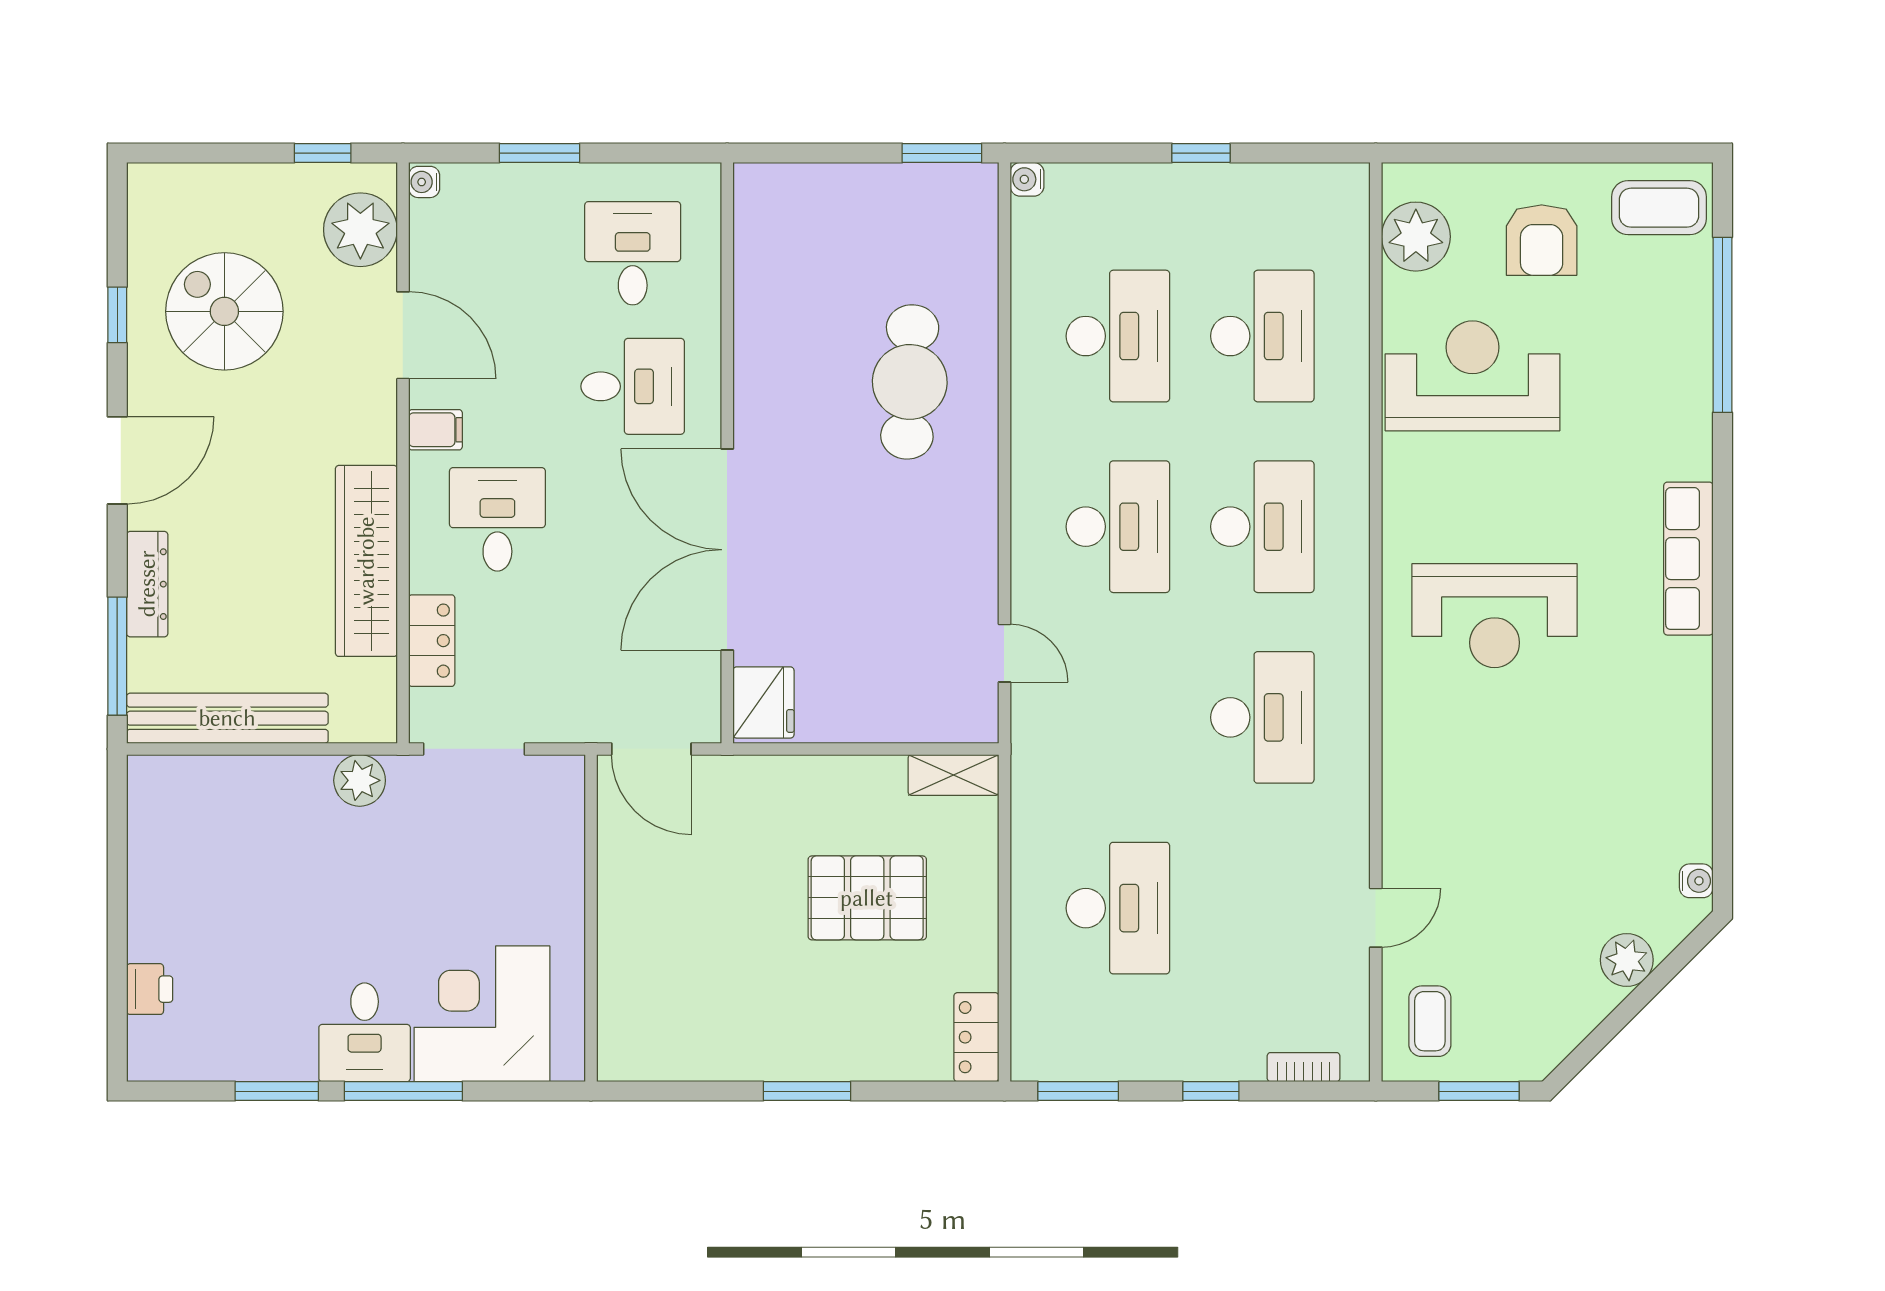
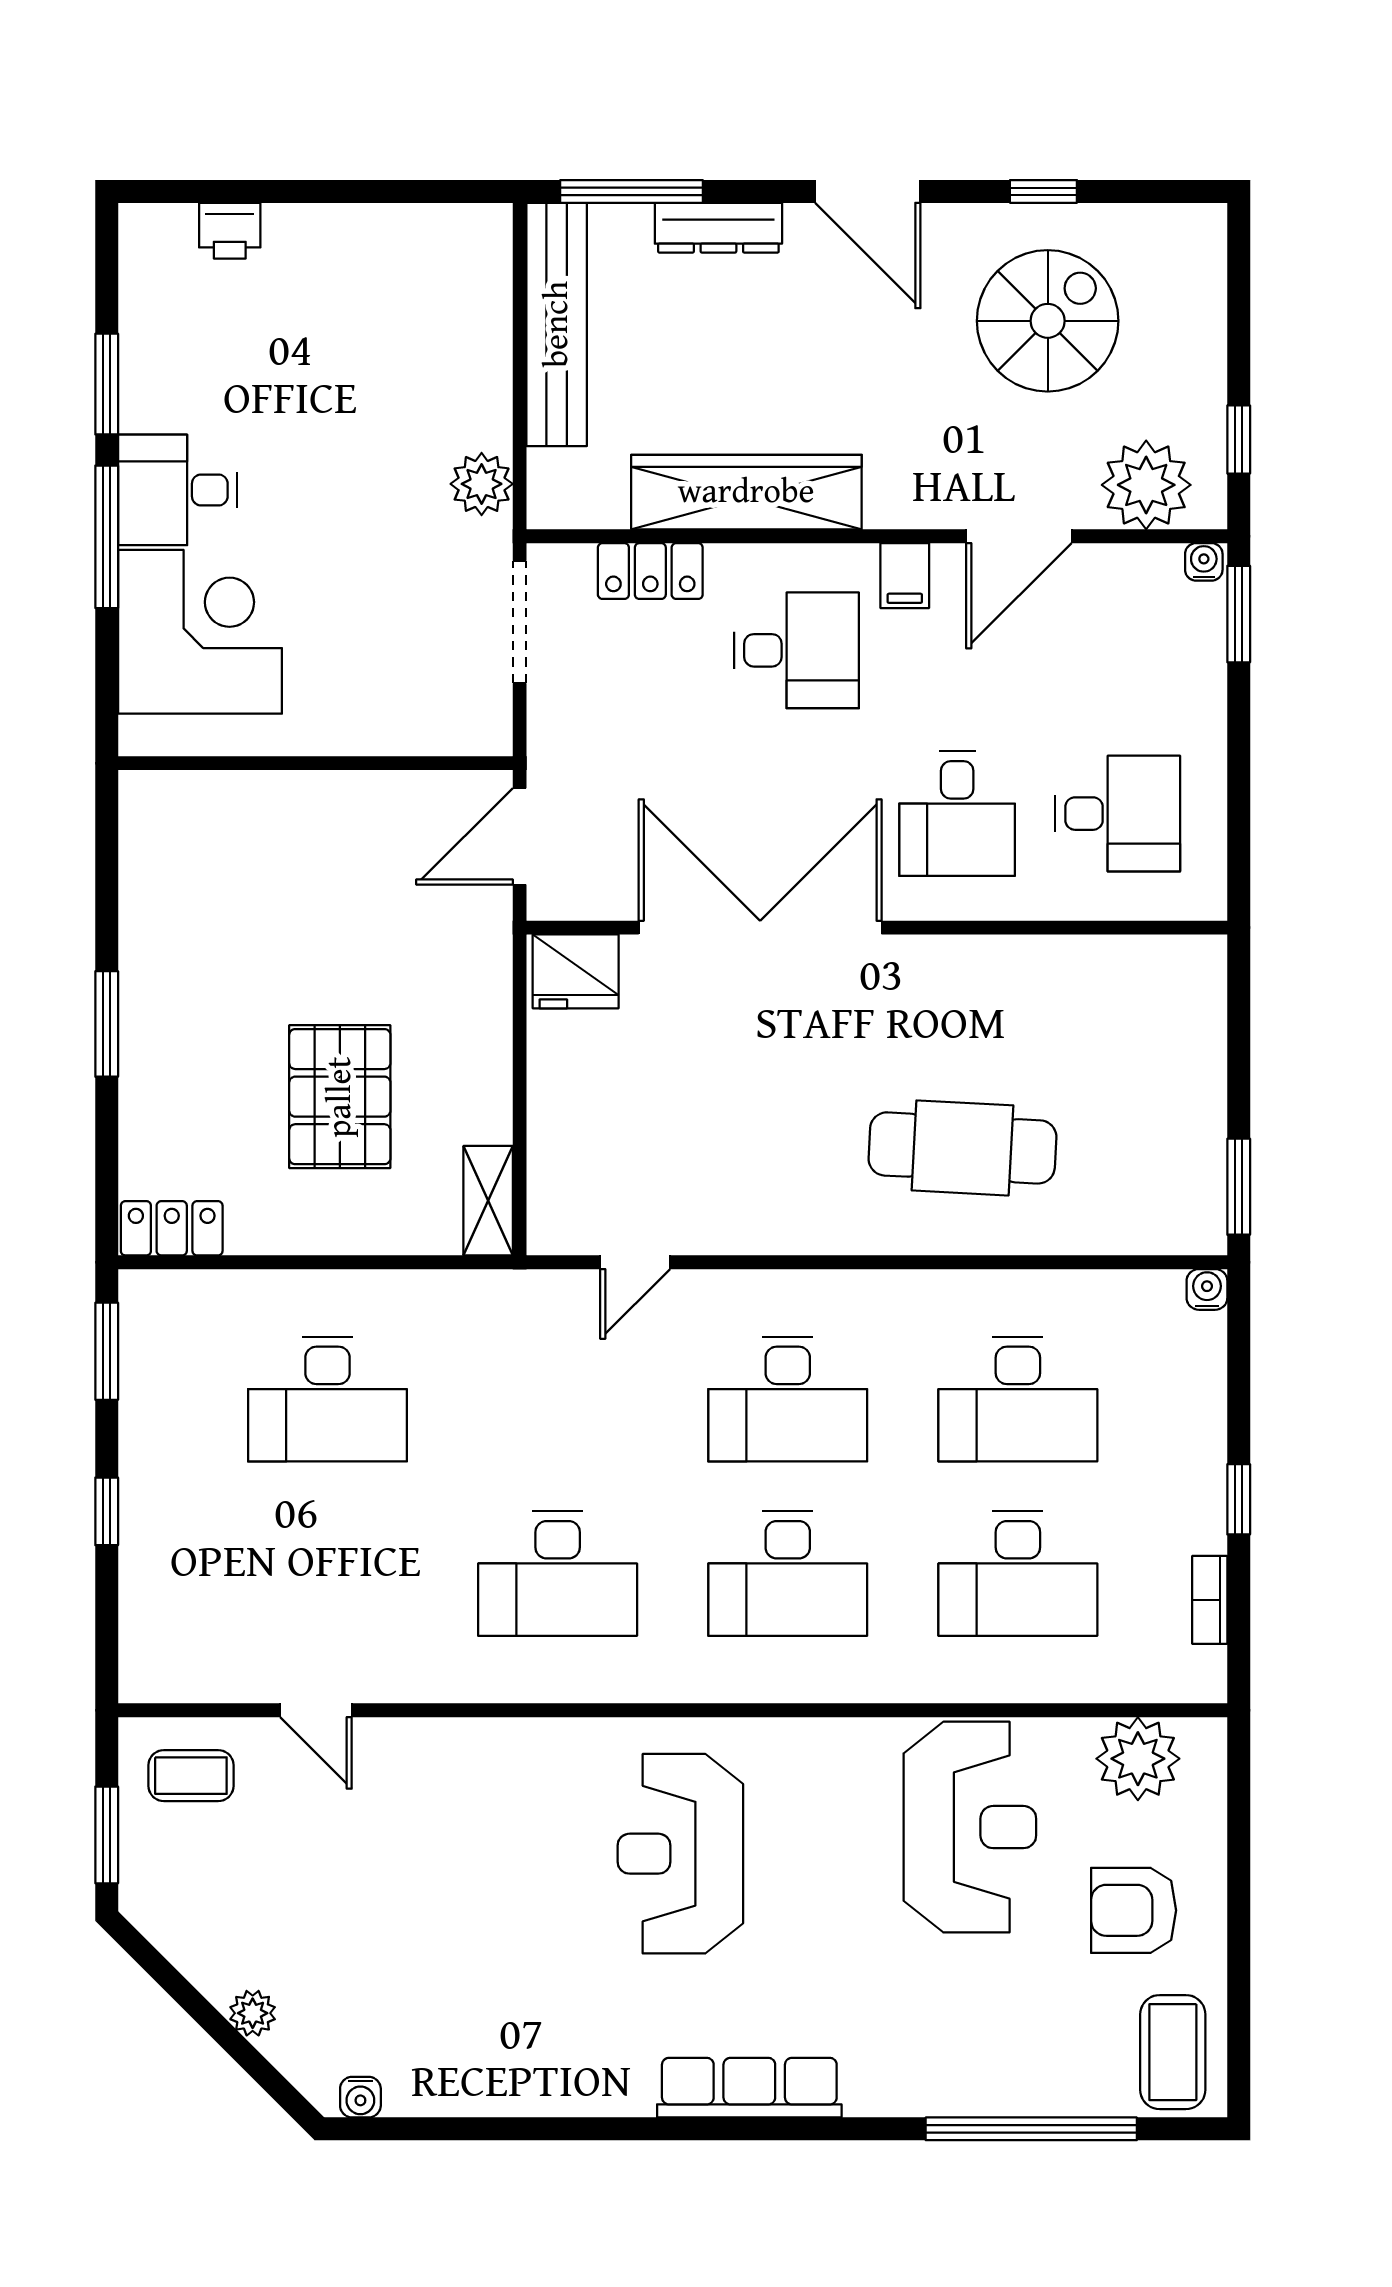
window: (540, 153) -> (1239, 614), moved
plant: (1627, 960) -> (253, 2013), width x0.73, depth x0.73
bookcase: (1304, 1067) -> (1210, 1600), moved, turned 180

